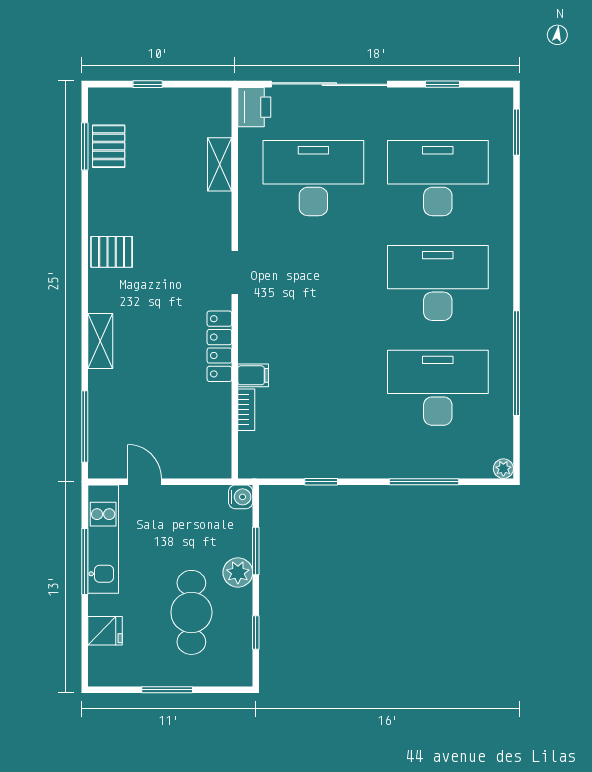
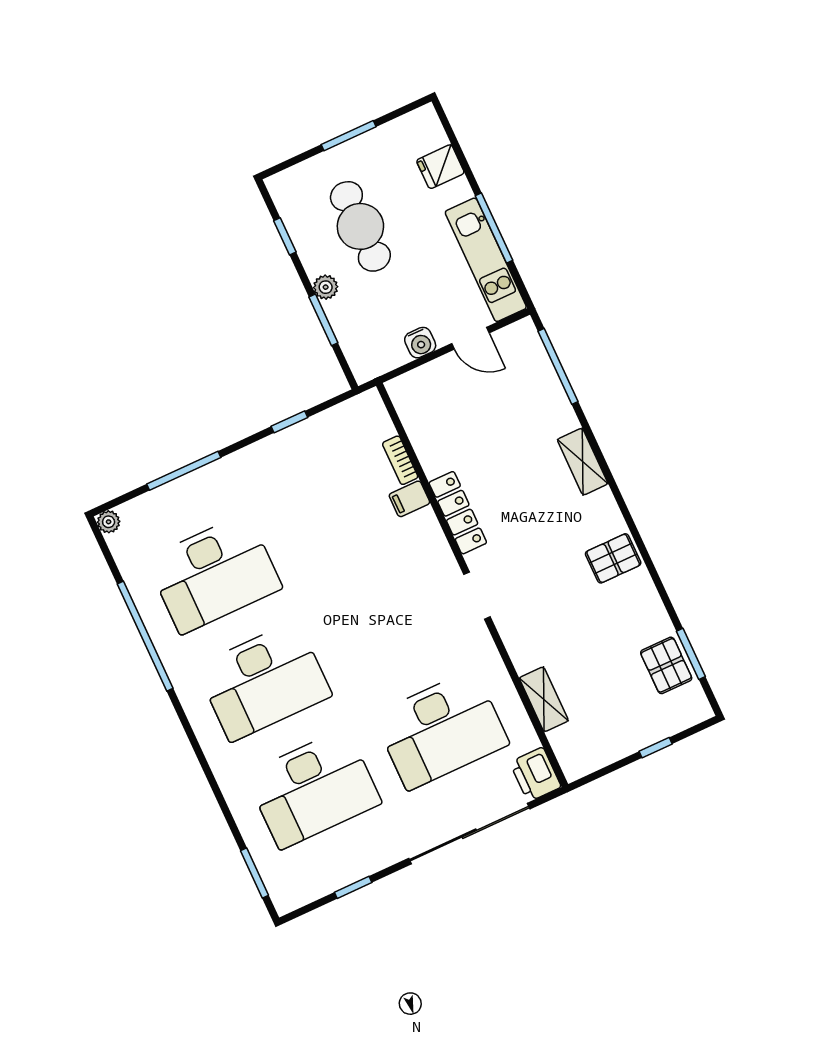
water cooler: (241, 497) -> (420, 343), moved, turned -90
plant: (238, 573) -> (326, 287), width x0.73, depth x0.73

